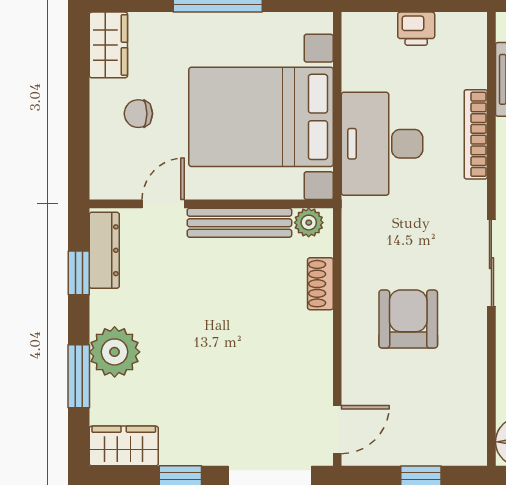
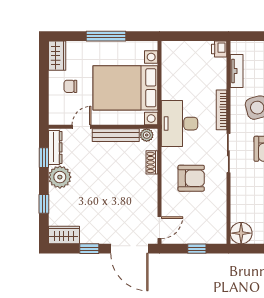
printer: (416, 29) -> (219, 49), moved, turned 90
bookcase: (476, 134) -> (221, 110), moved
desk: (382, 144) -> (180, 124), moved
armchair: (408, 319) -> (191, 178), turned 90
plant: (115, 352) -> (60, 177), moved
window: (79, 376) -> (44, 204), width x0.67

